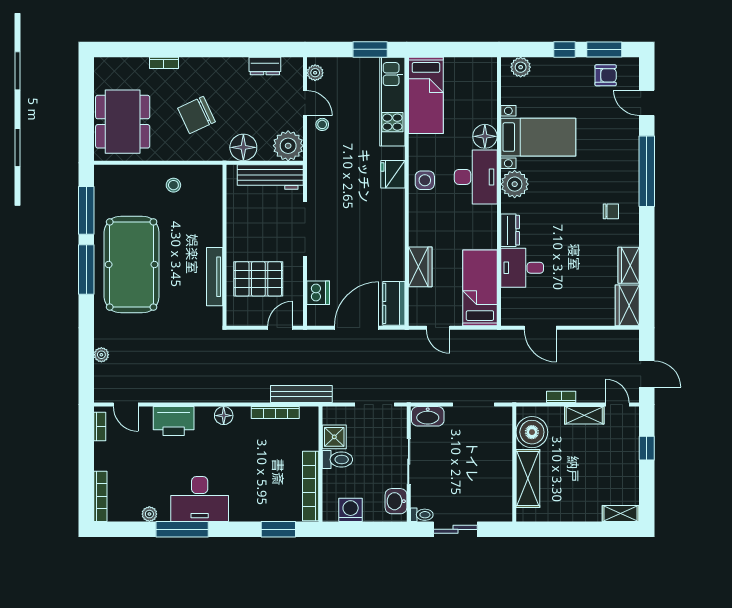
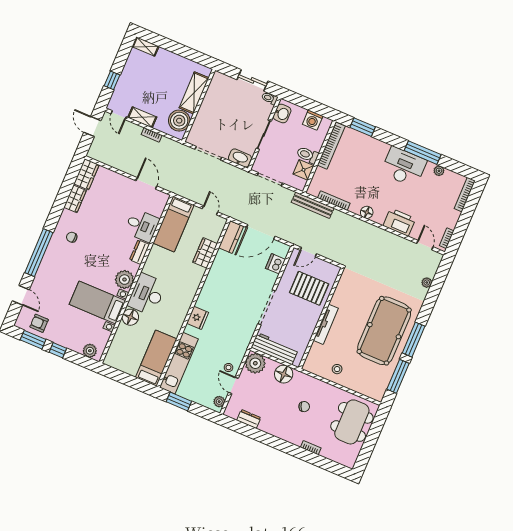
chair: (197, 115) -> (304, 407), width x0.54, depth x0.54
side table: (425, 180) -> (179, 306), removed
tv unit: (215, 277) -> (326, 324), moved

